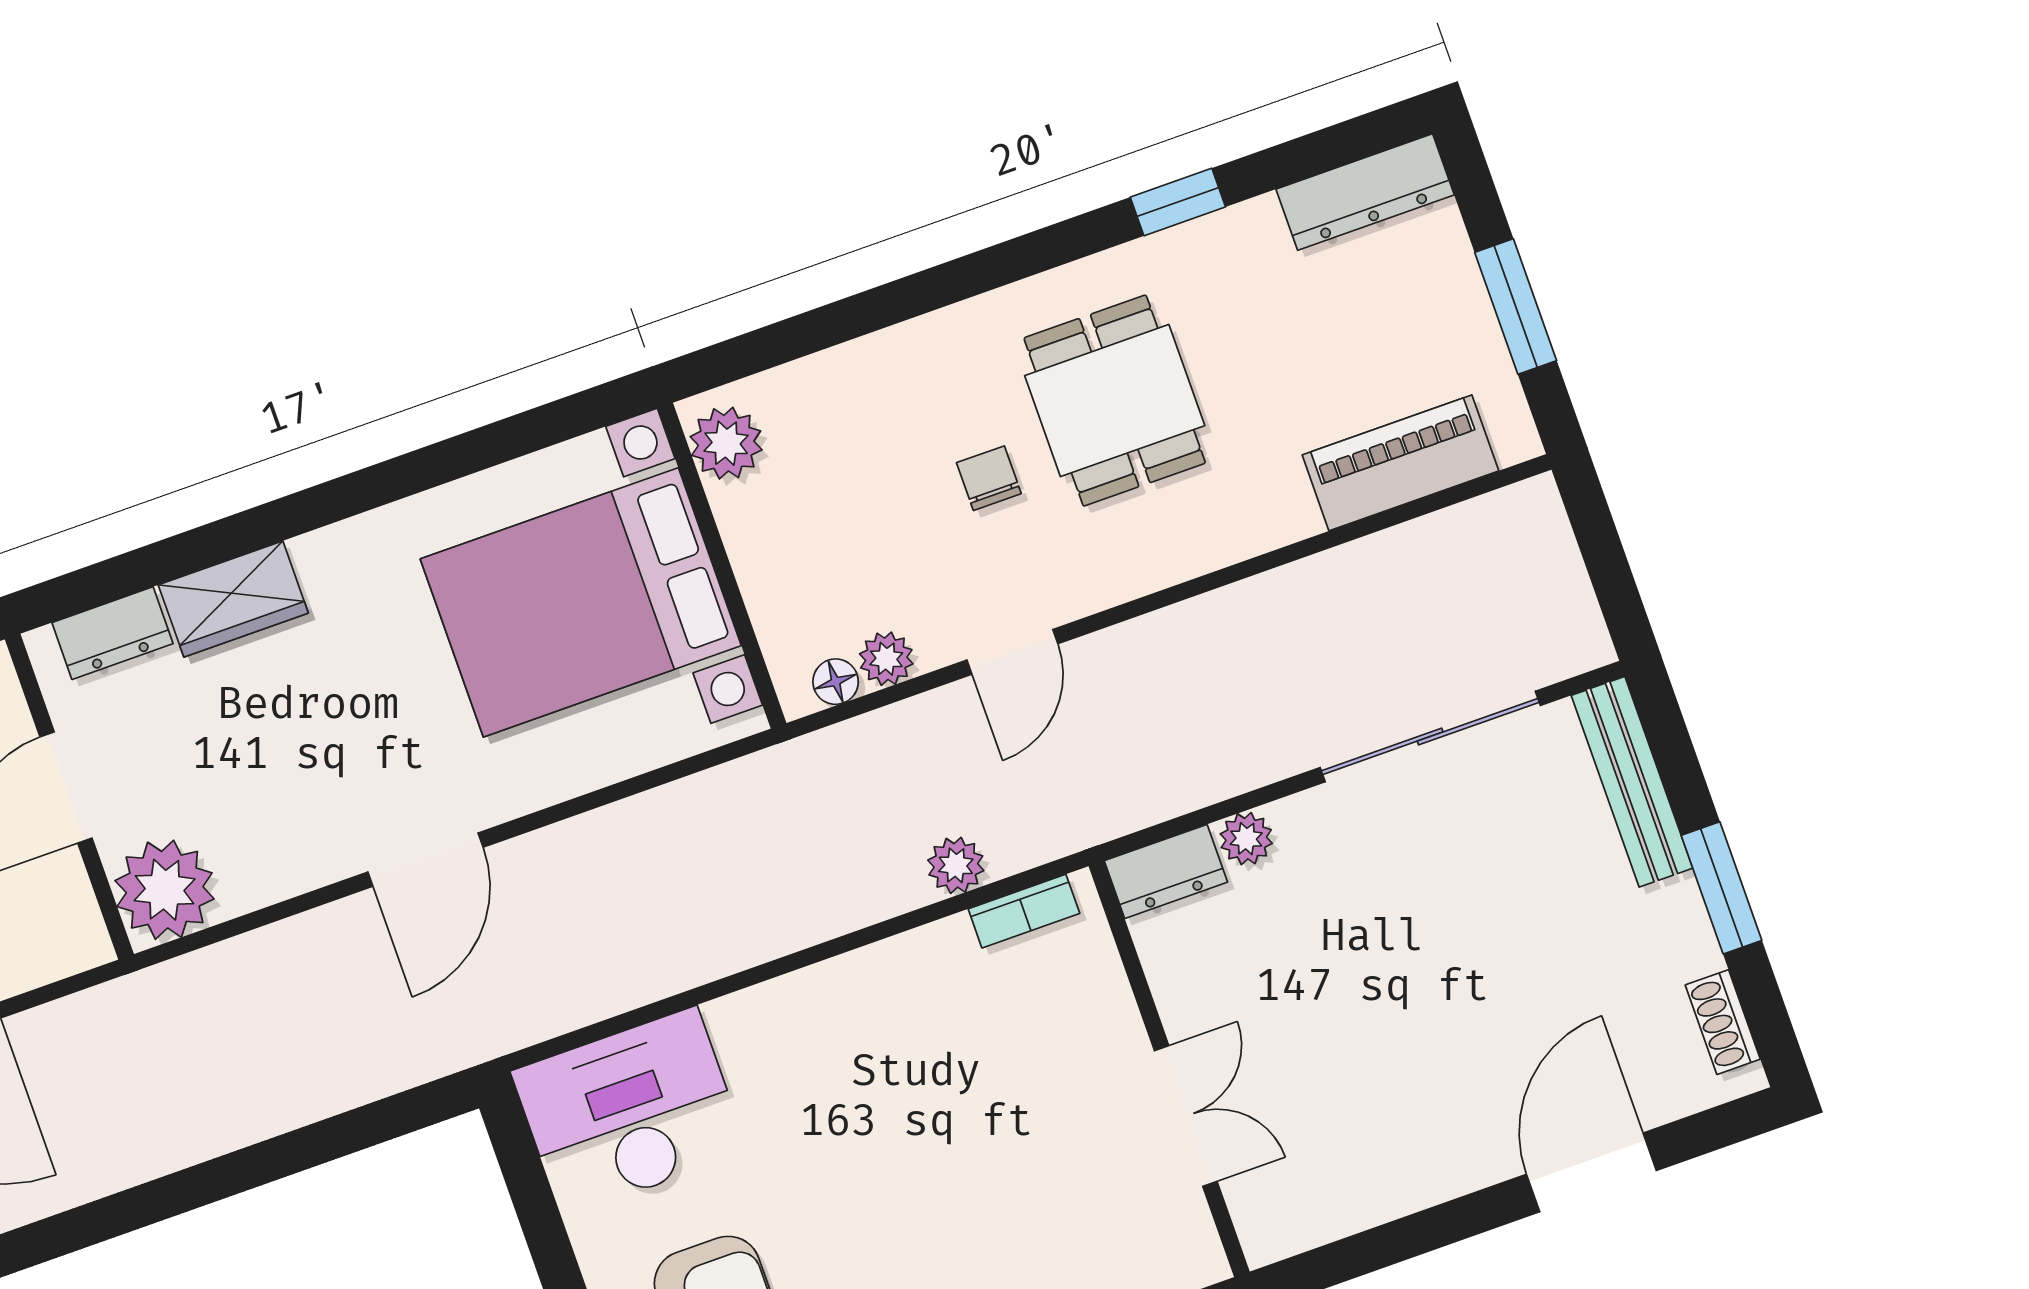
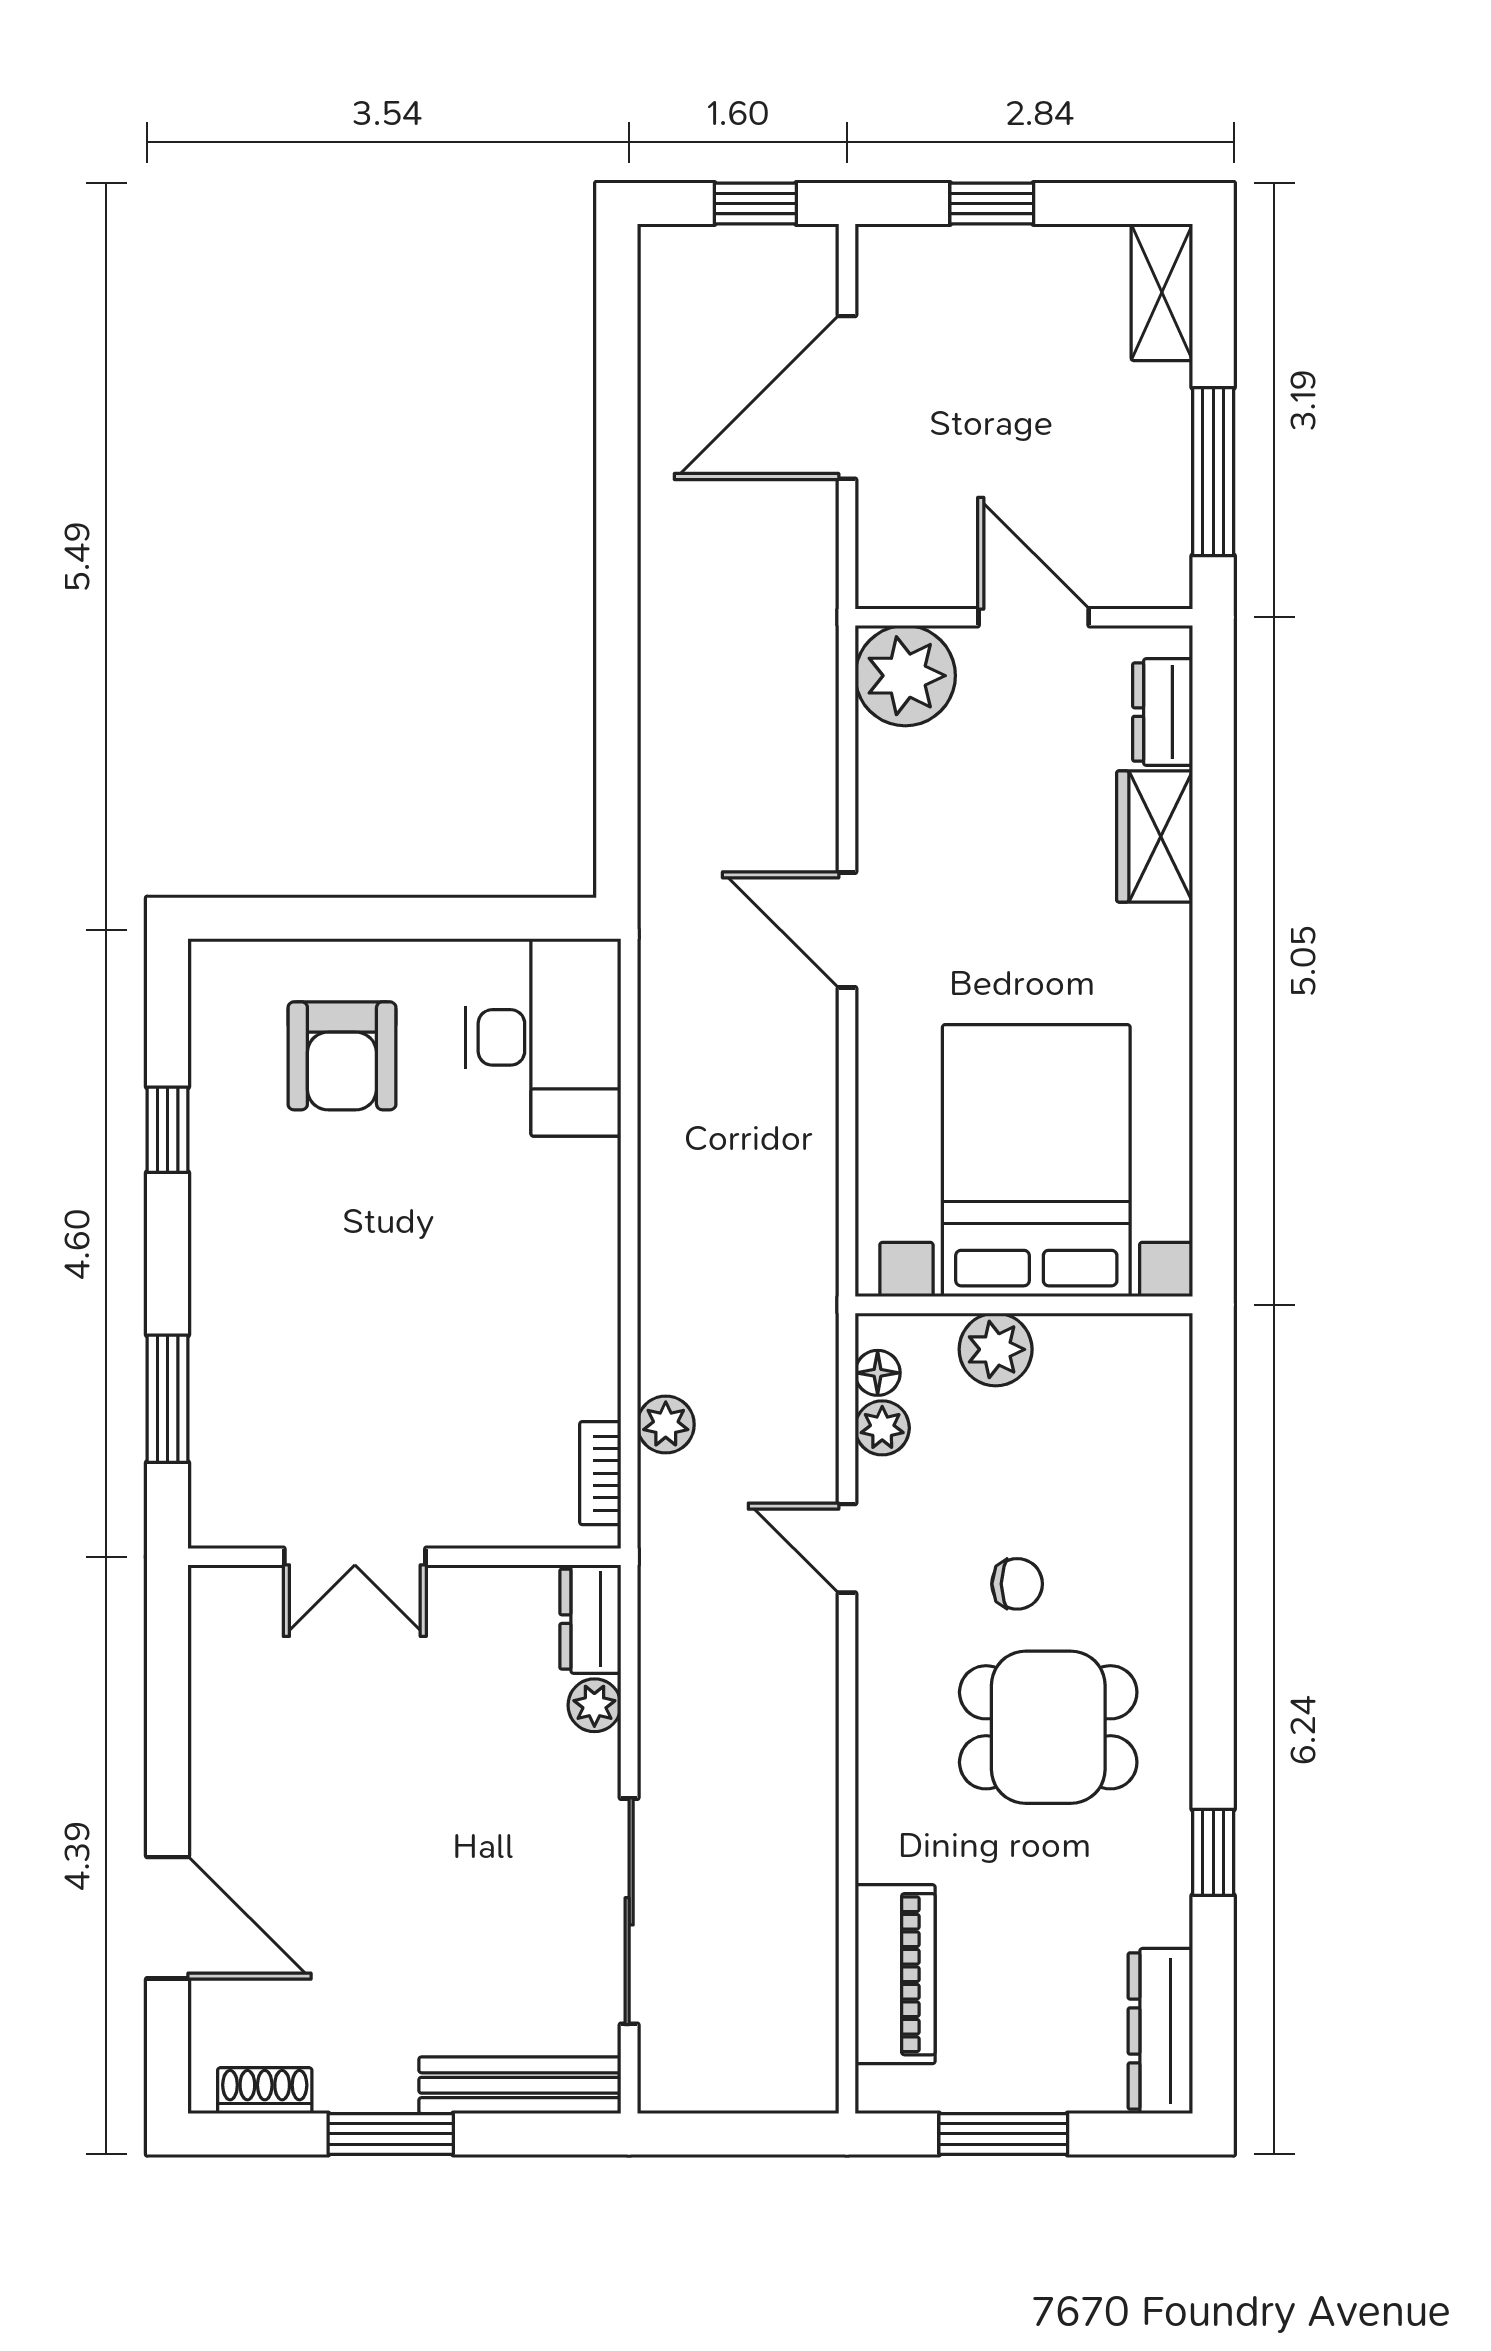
plant: (726, 443) -> (996, 1349), moved

